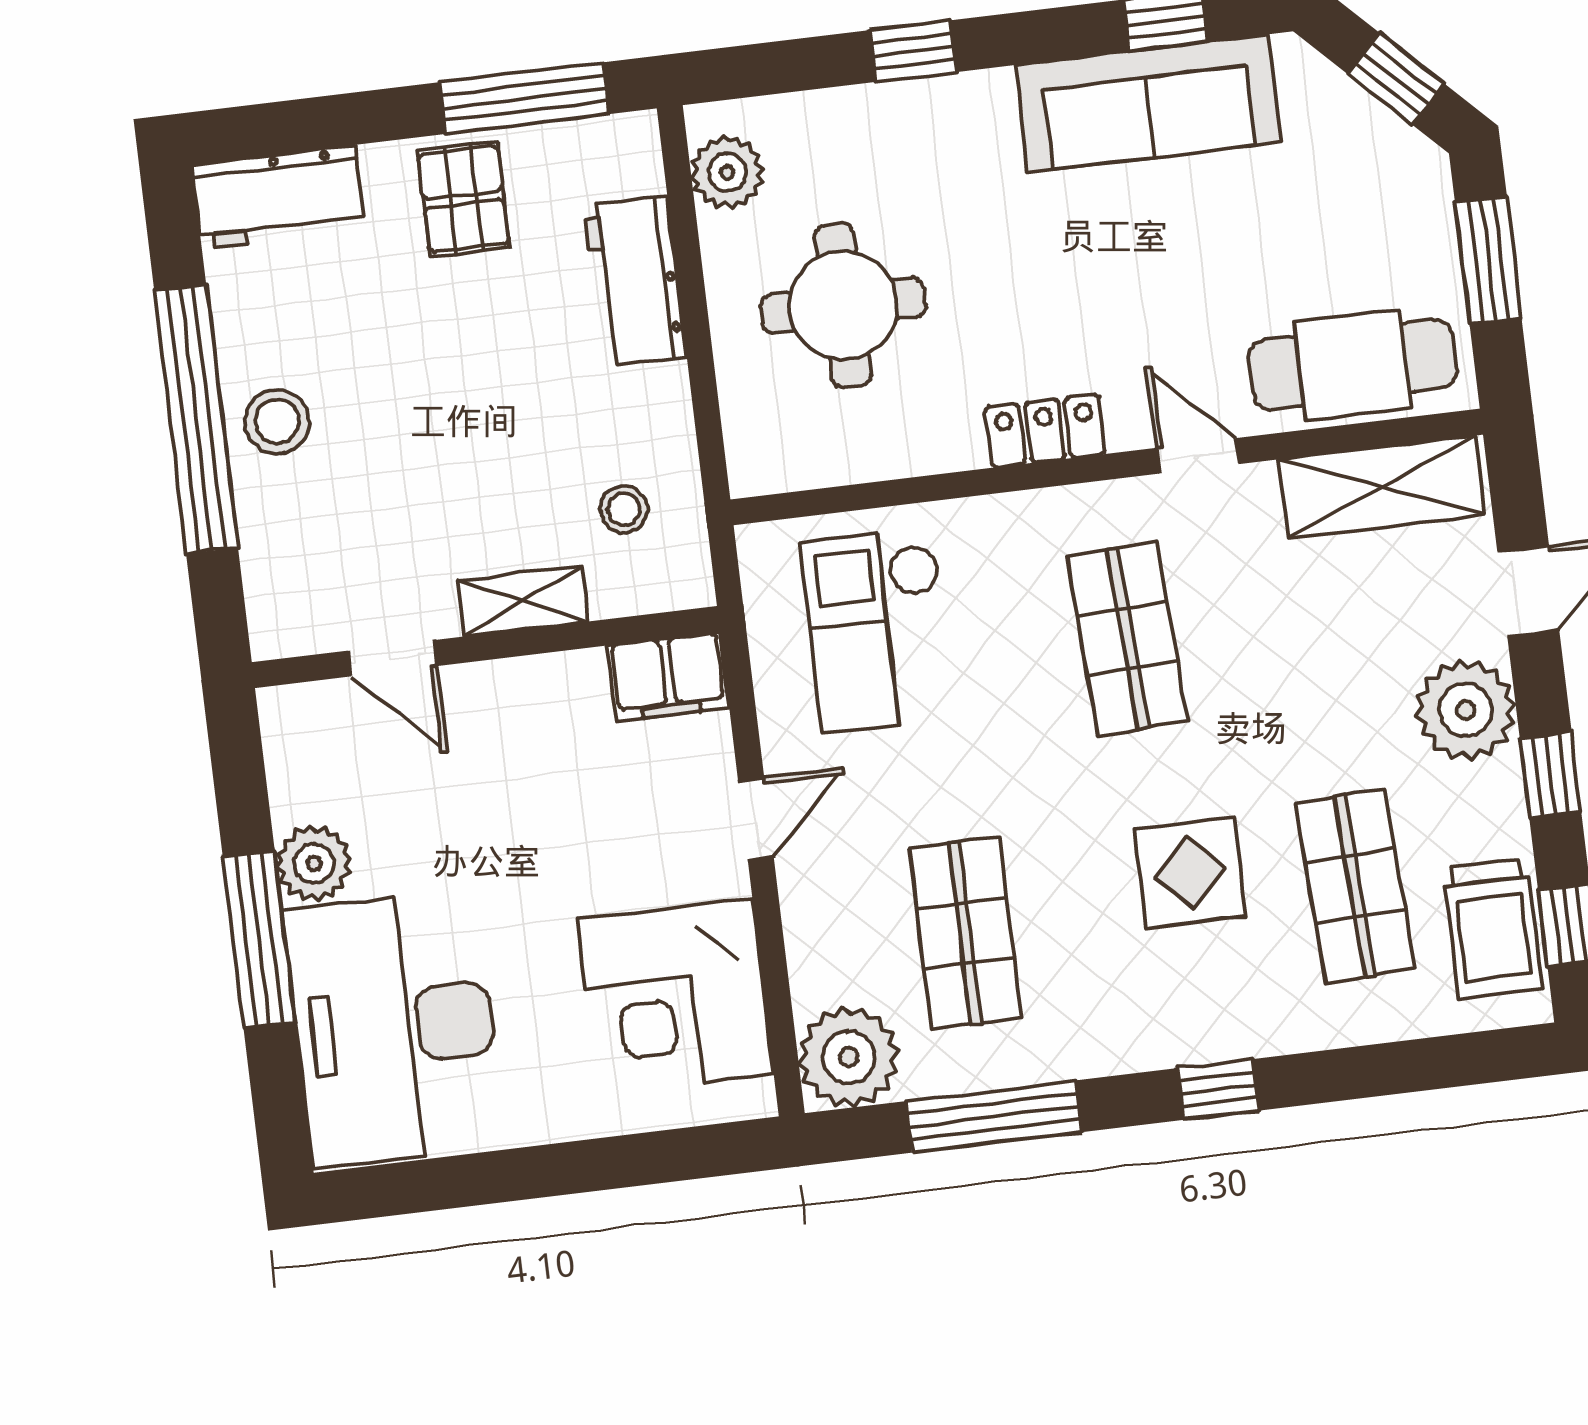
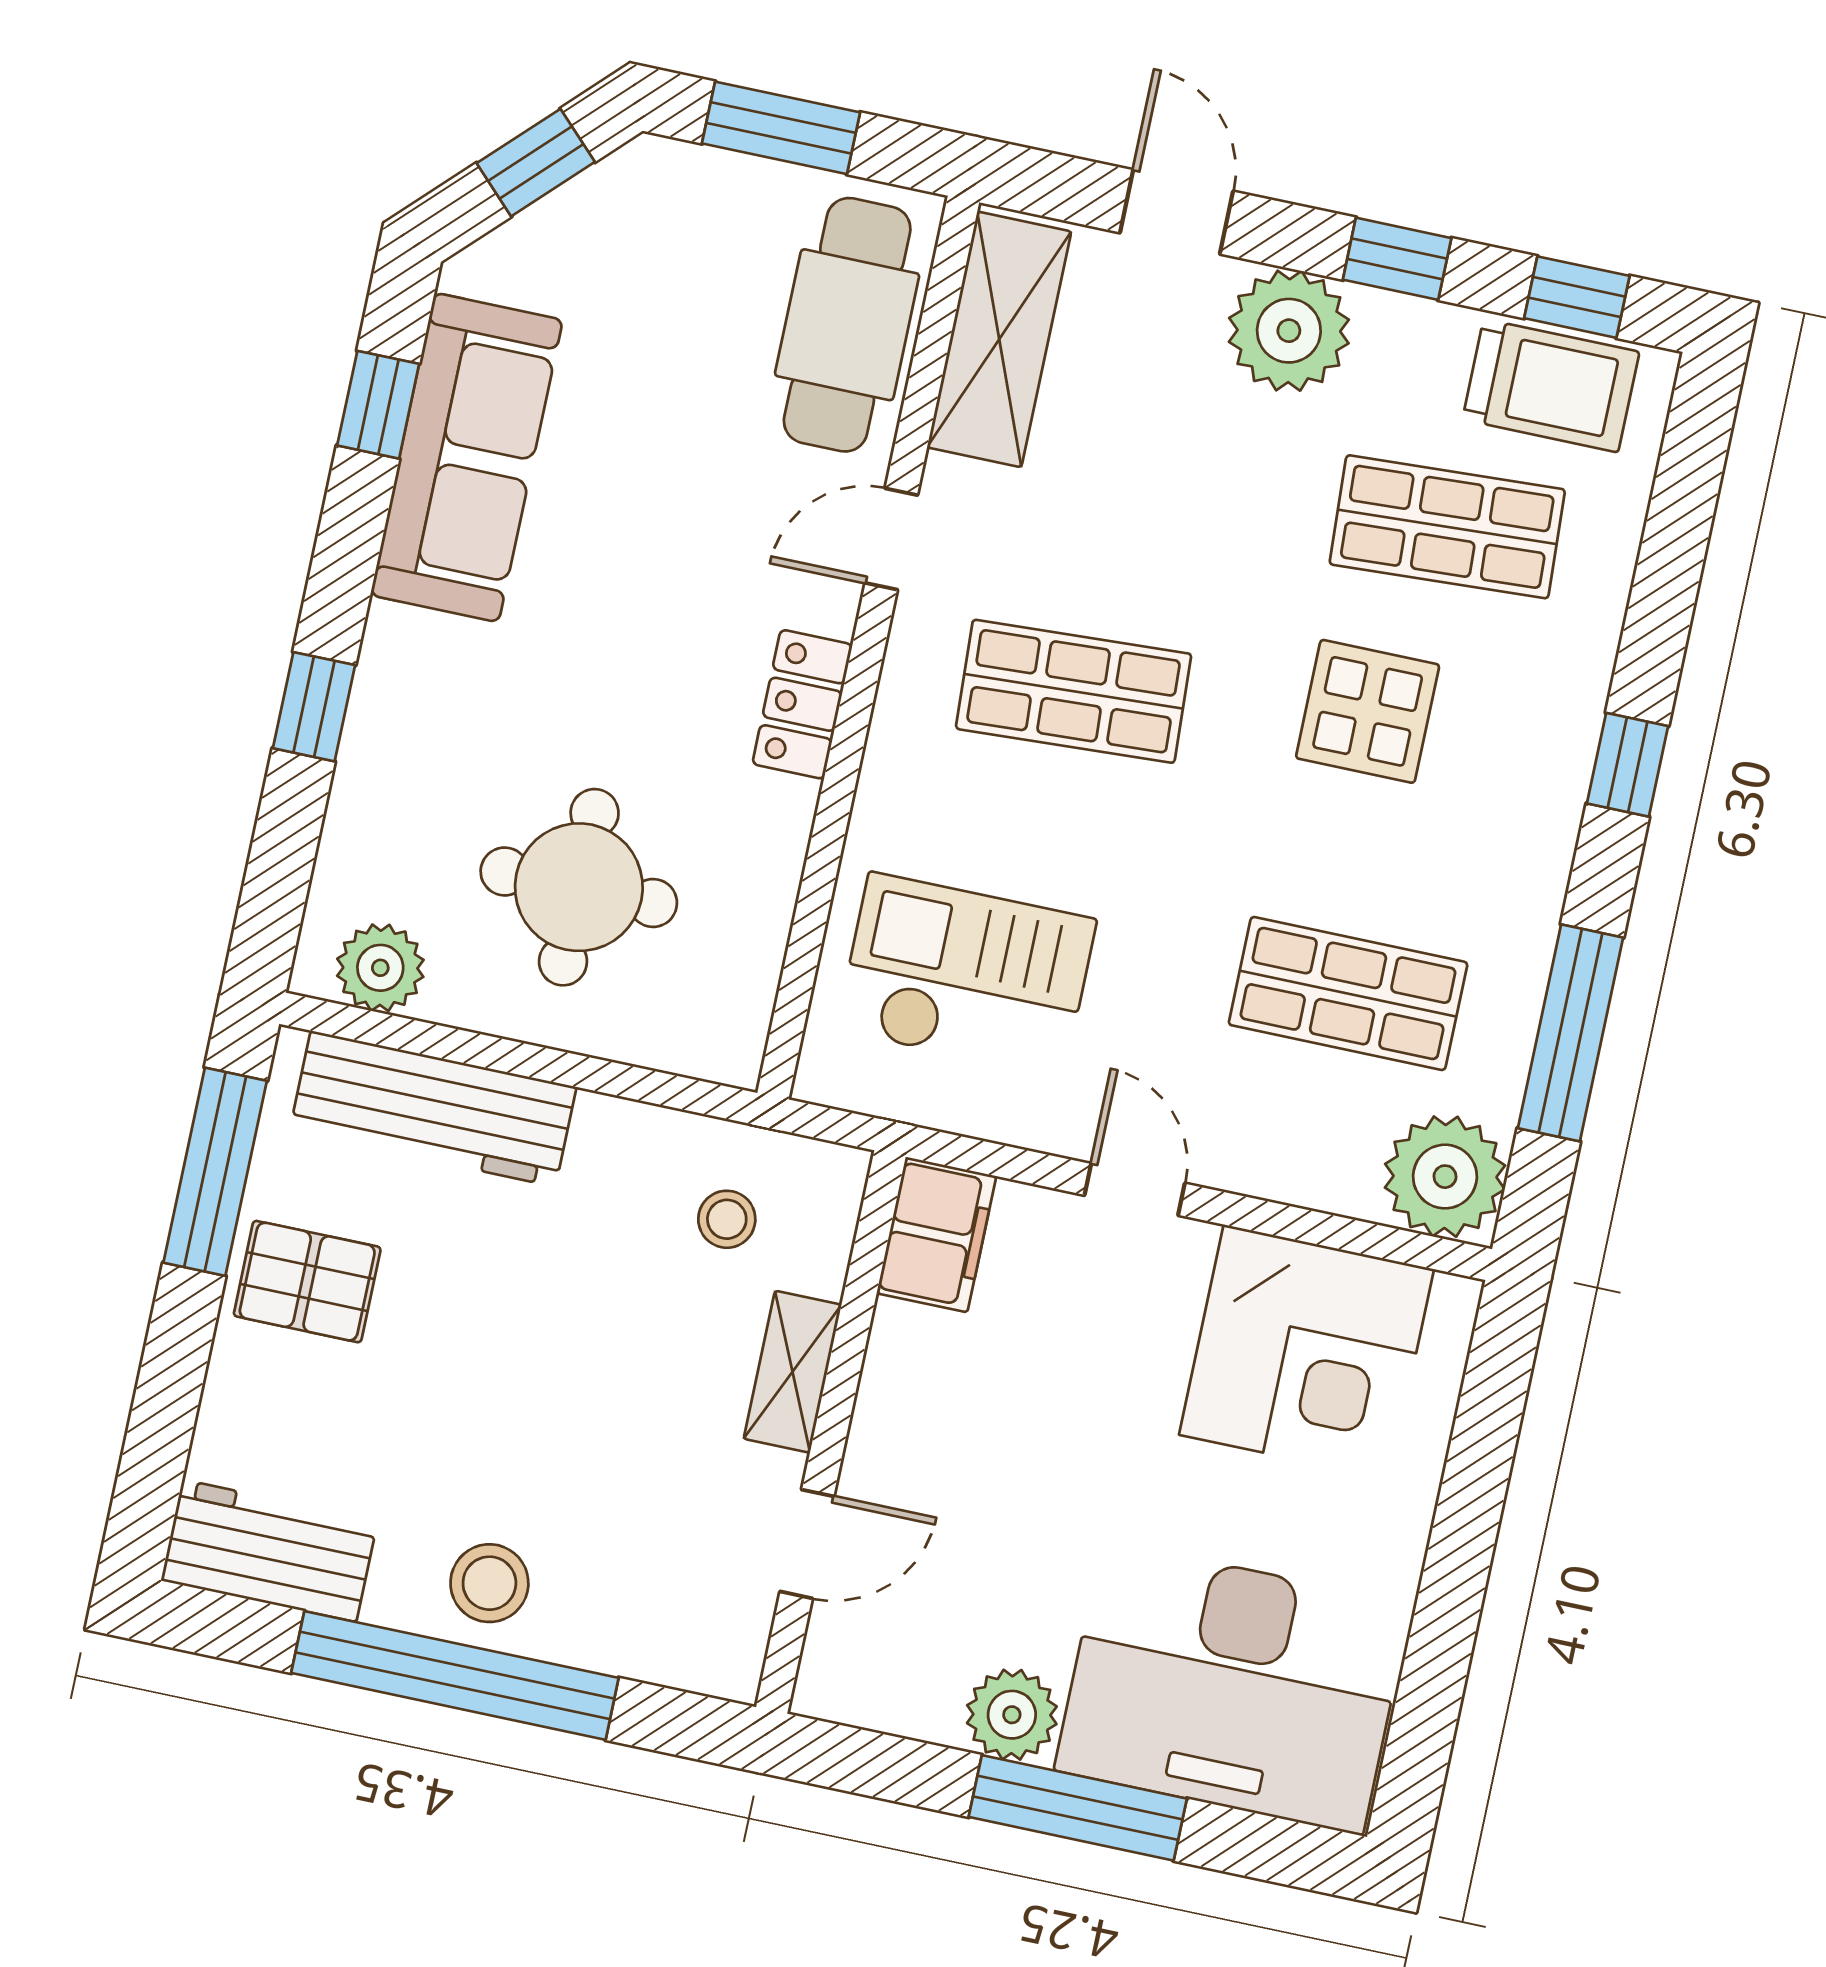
workbench: (278, 197) -> (269, 1551), moved, turned -90
workbench: (635, 281) -> (433, 1109), width x1.38
checkout: (878, 631) -> (966, 975), turned 180

